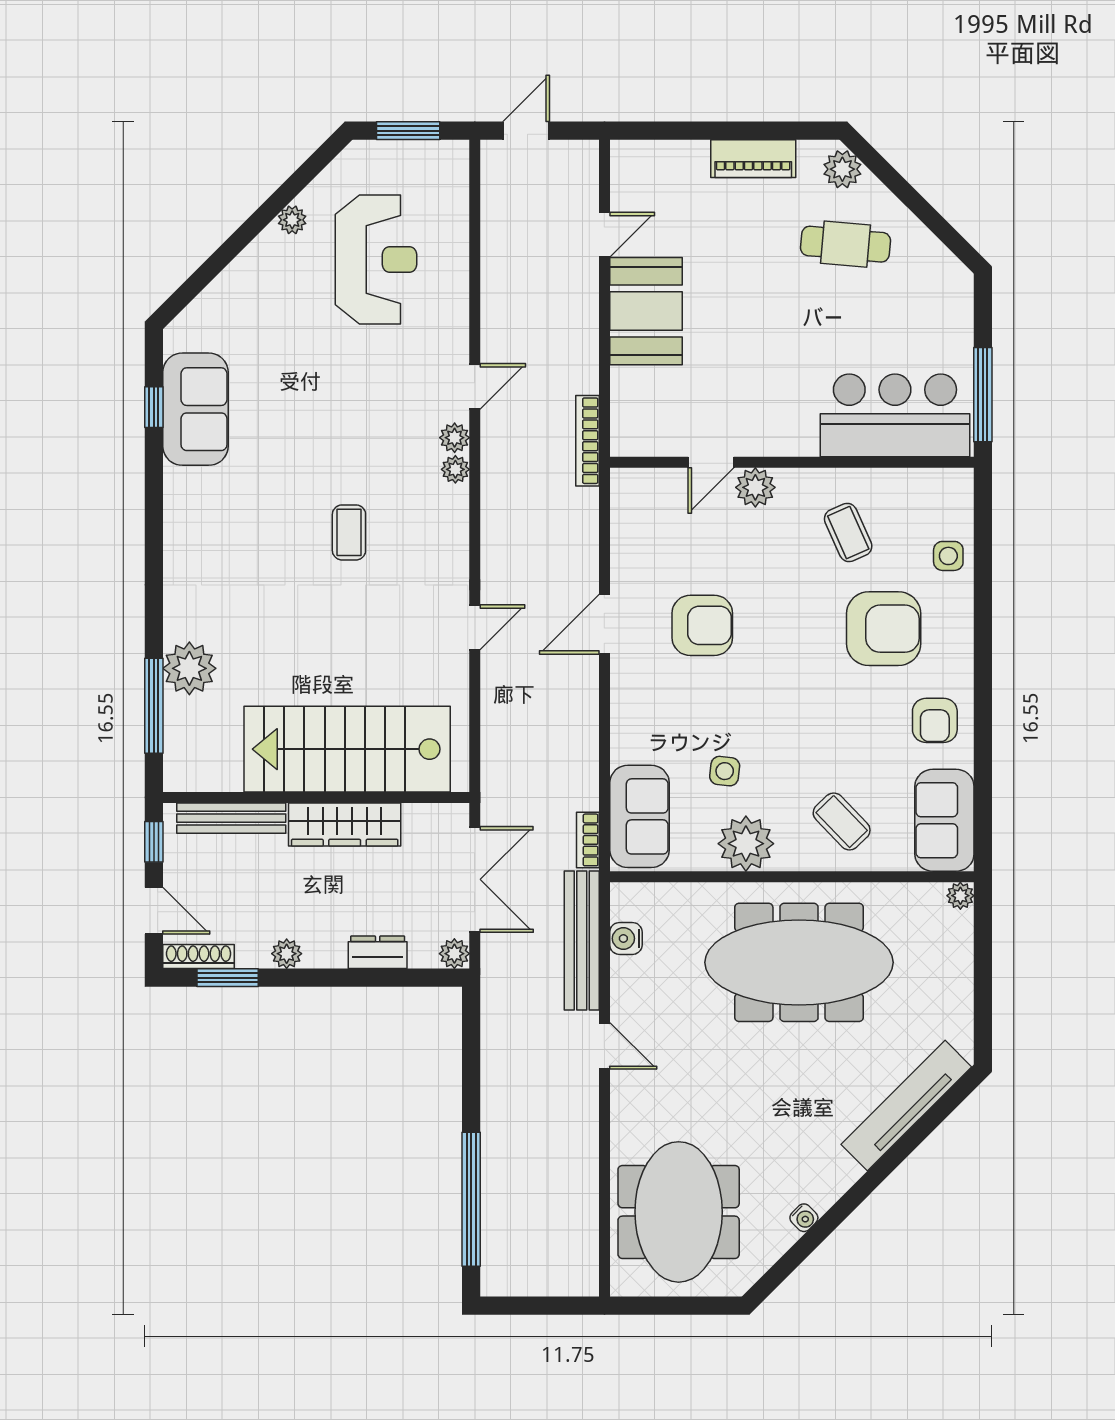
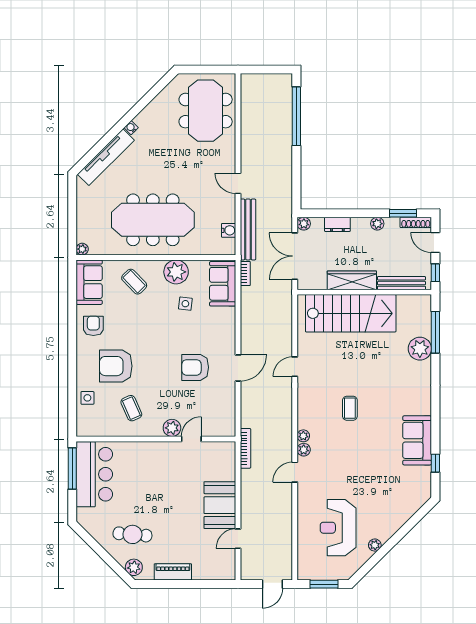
sofa: (196, 409) -> (417, 440), moved
bar counter: (895, 415) -> (94, 474), moved, turned -90
water cooler: (804, 1218) -> (131, 128), moved

